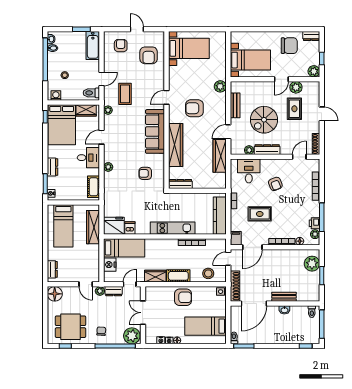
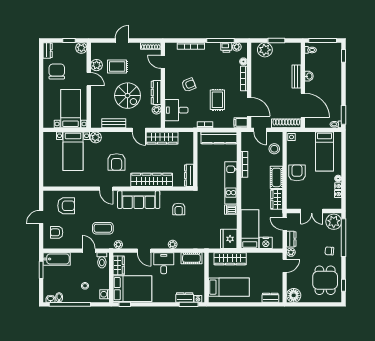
bed with nightstands: (189, 48) -> (73, 151), moved, turned 180
dresser: (52, 167) -> (185, 297), moved
dishwasher: (130, 228) -> (231, 210), moved

